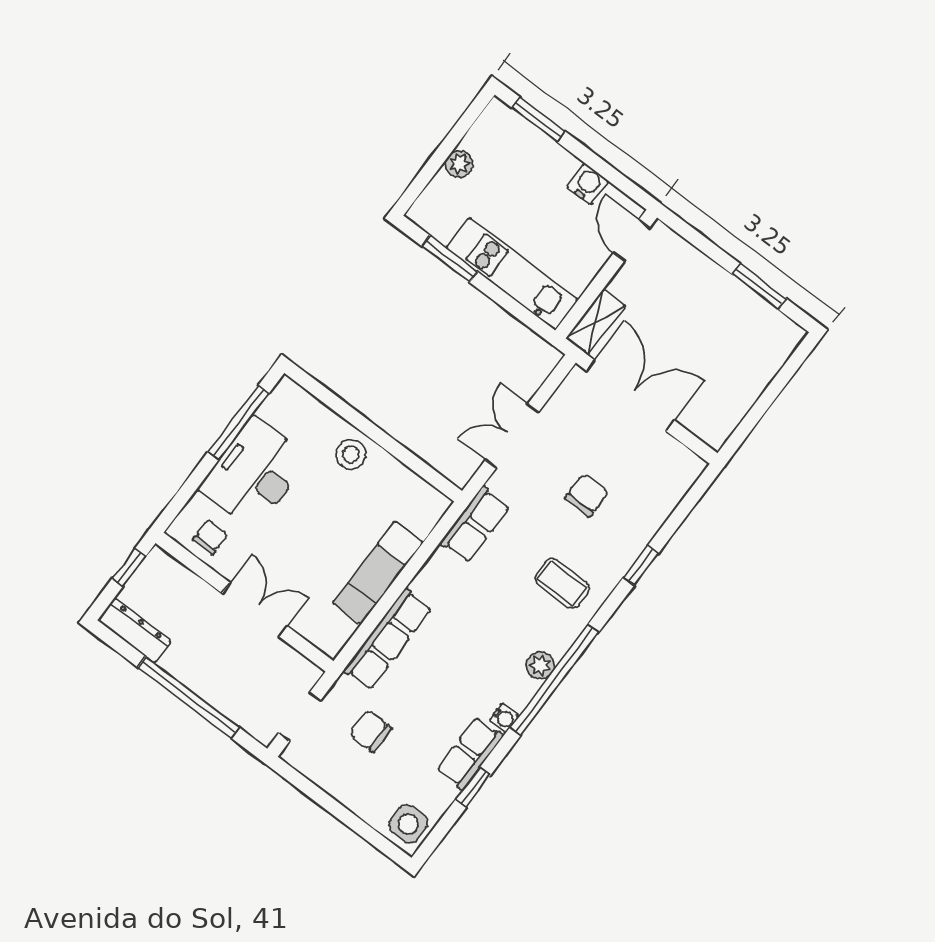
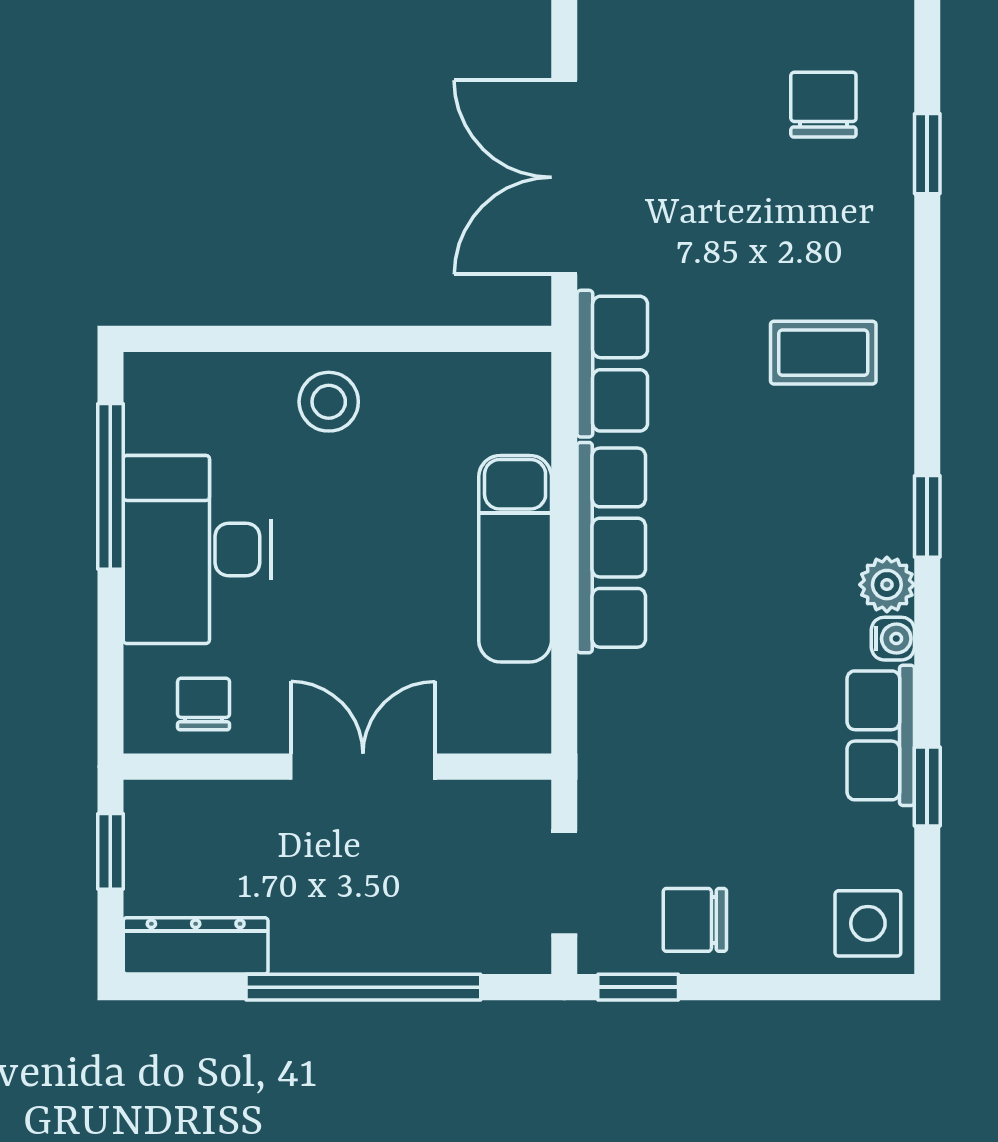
double door: (512, 436) -> (564, 177), width x1.37
chair: (587, 495) -> (823, 105), moved
window: (641, 565) -> (927, 154), moved
row of seats: (388, 639) -> (611, 548), moved
plant: (540, 665) -> (887, 585), moved
window: (554, 680) -> (927, 516), width x0.32
chair: (371, 731) -> (695, 920), moved
window: (298, 780) -> (638, 987), added

